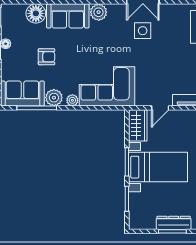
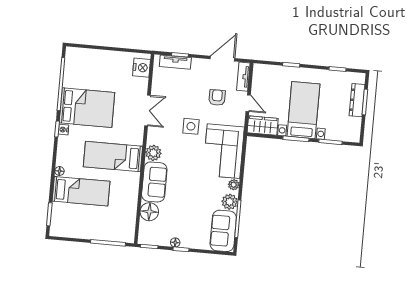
side table: (143, 31) -> (191, 126), moved
armchair: (47, 57) -> (217, 98), moved

